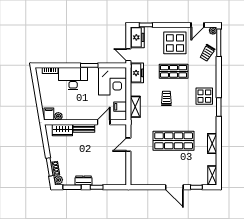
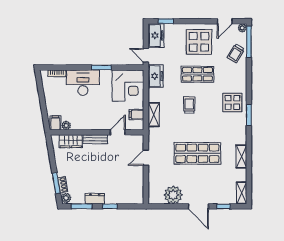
plant: (152, 177) -> (173, 195), added

